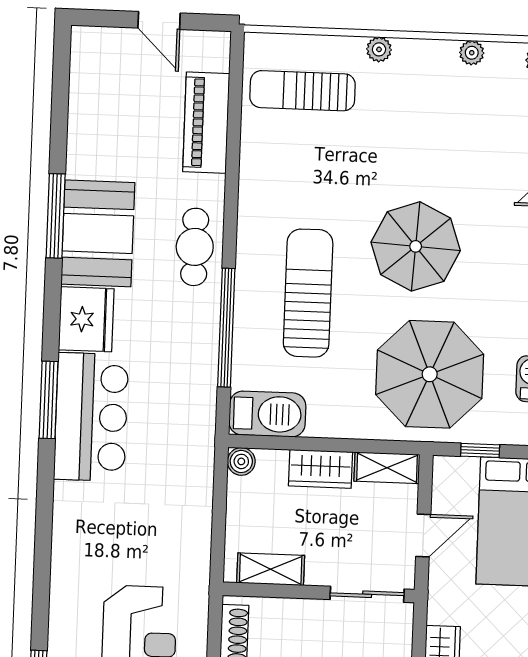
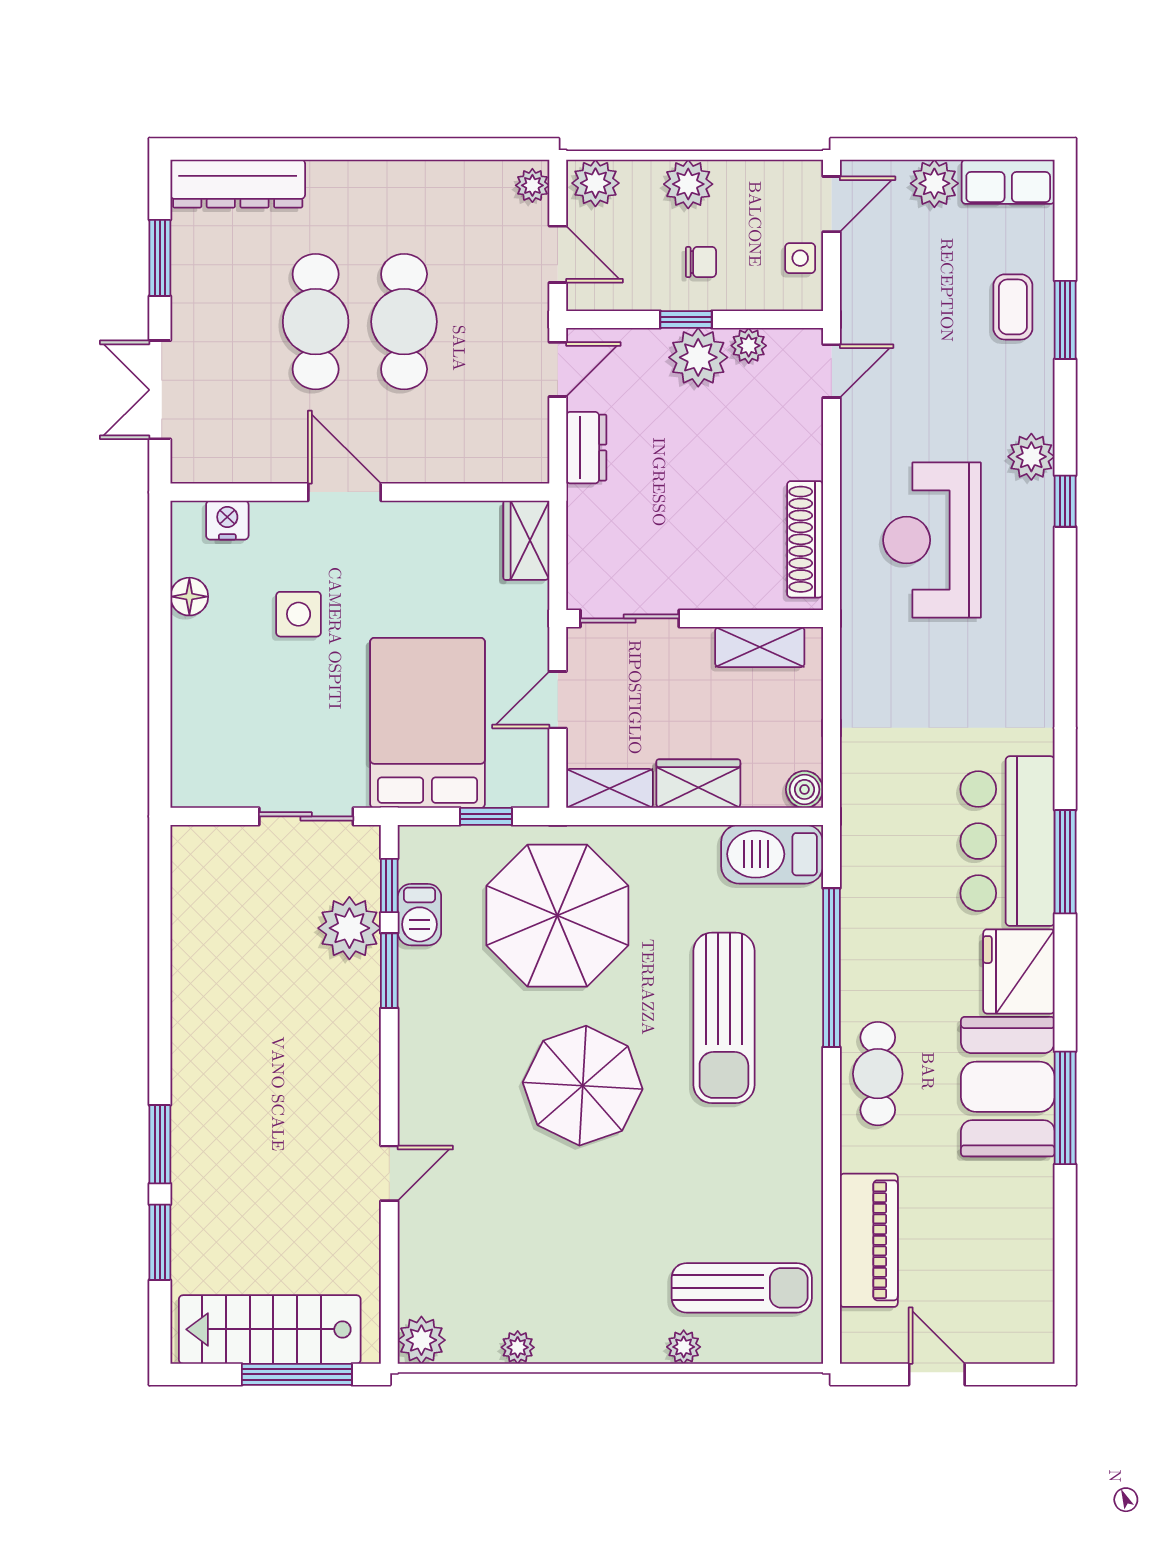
plant: (379, 49) -> (684, 1347), moved

